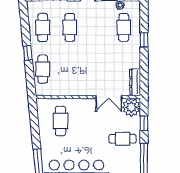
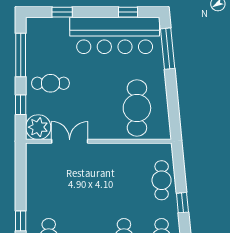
dresser: (135, 82) -> (33, 162), removed
cafe table: (60, 121) -> (137, 108), width x1.37, depth x1.35

